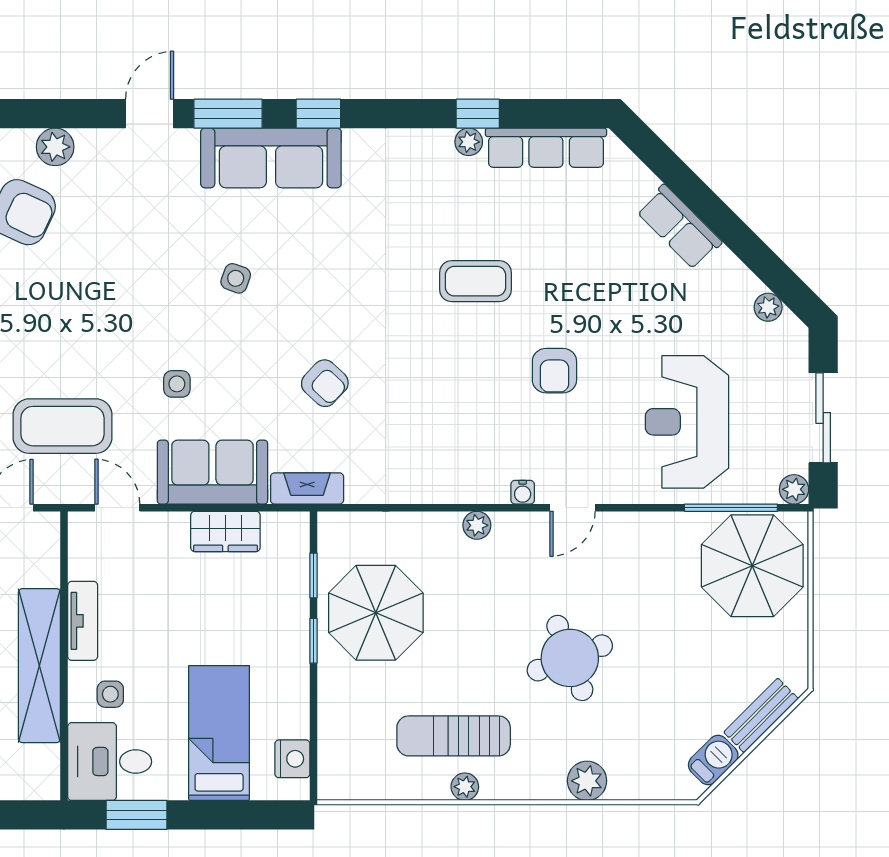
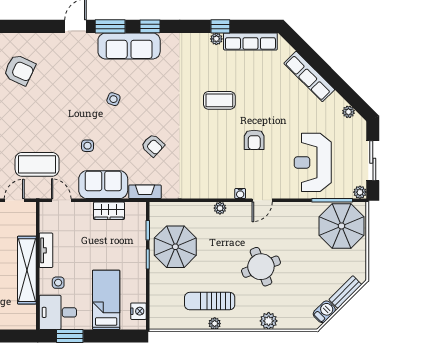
plant: (55, 147) -> (34, 41), removed
row of seats: (679, 227) -> (309, 76), width x1.48

